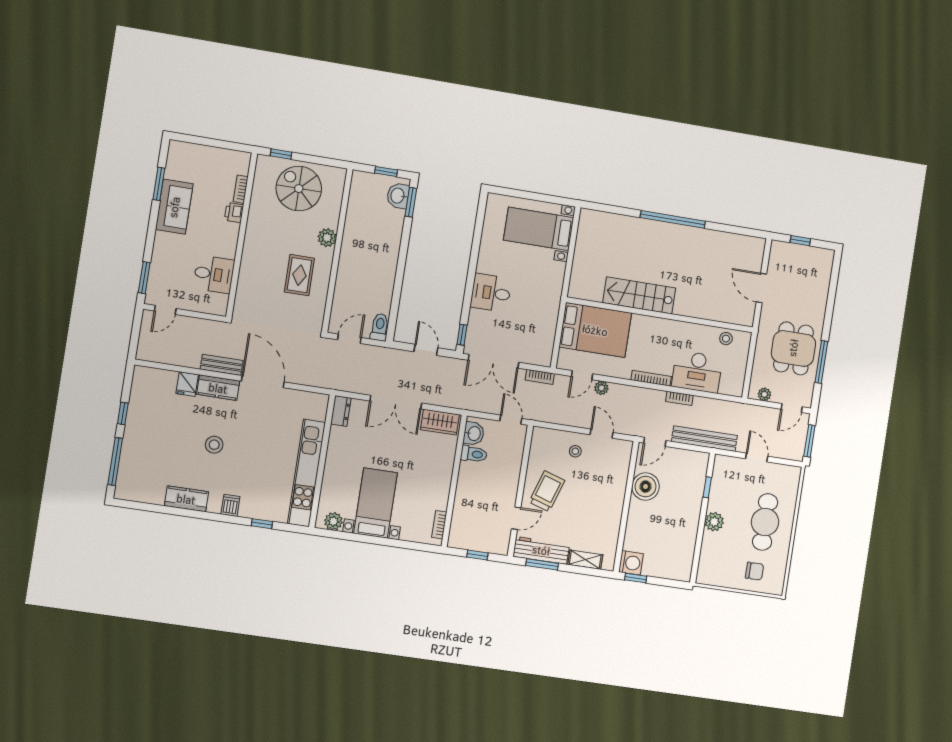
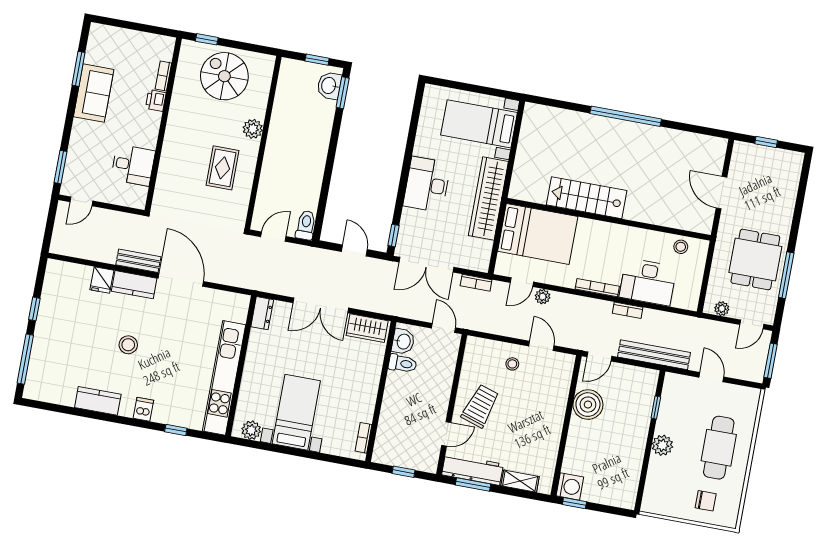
desk: (491, 293) -> (427, 184), width x1.37
wardrobe: (549, 298) -> (488, 198), added

